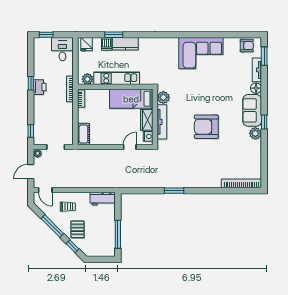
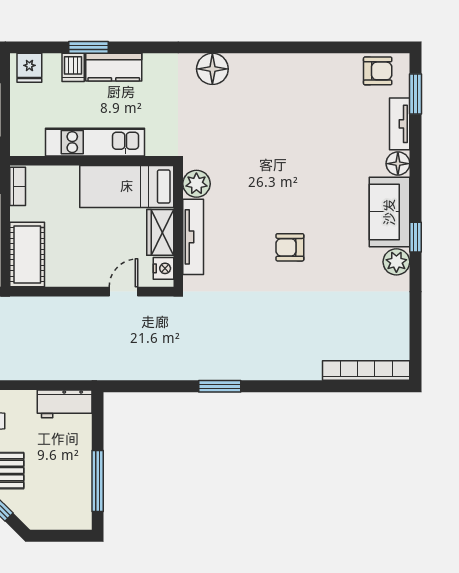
floor lamp: (171, 45) -> (212, 69), added
corner sofa: (201, 53) -> (278, 87), removed
plant: (87, 79) -> (31, 144), removed
armchair: (206, 127) -> (290, 247), width x0.53, depth x0.53
cot: (83, 134) -> (27, 254), width x1.37, depth x1.34

